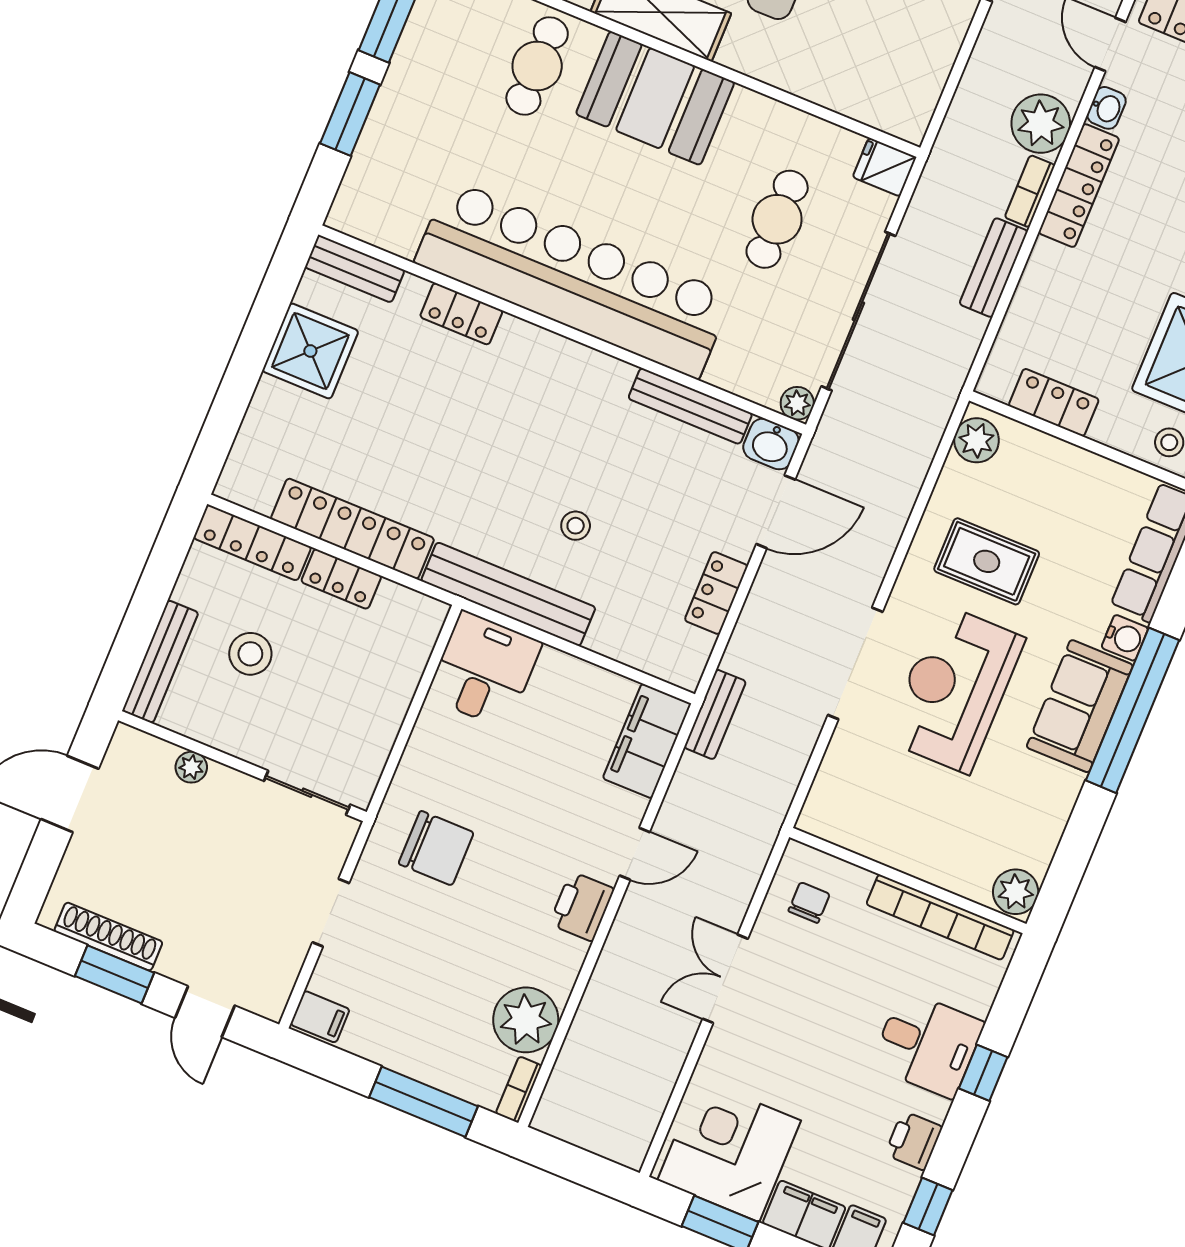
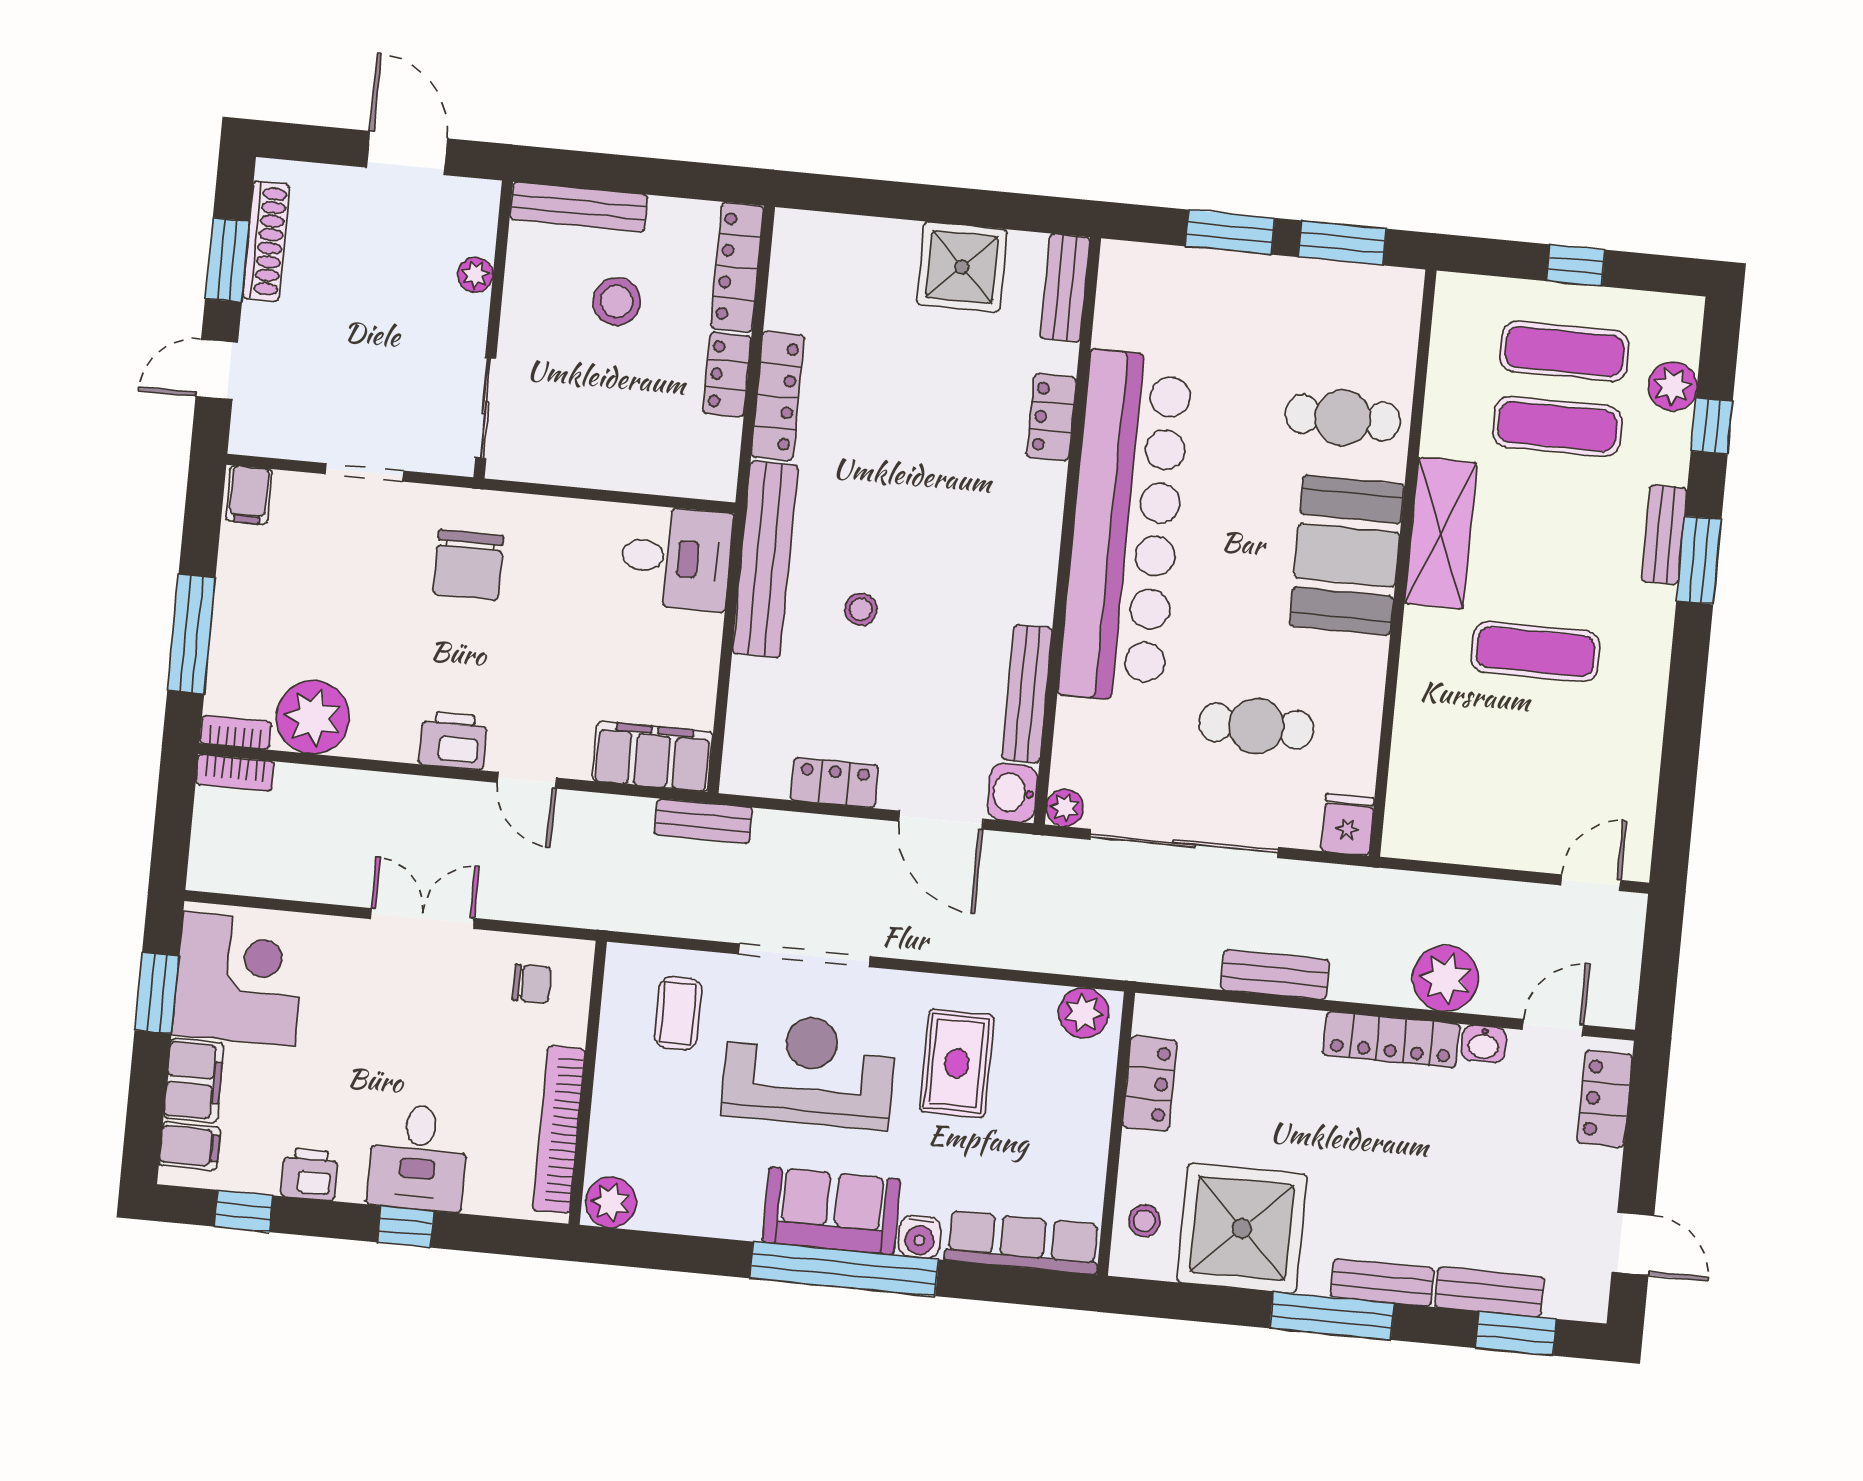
bookcase: (1030, 191) -> (235, 773), moved, turned 180
locker: (353, 529) -> (778, 396), width x0.71, depth x0.83
coffee table: (872, 785) -> (678, 1013), added

